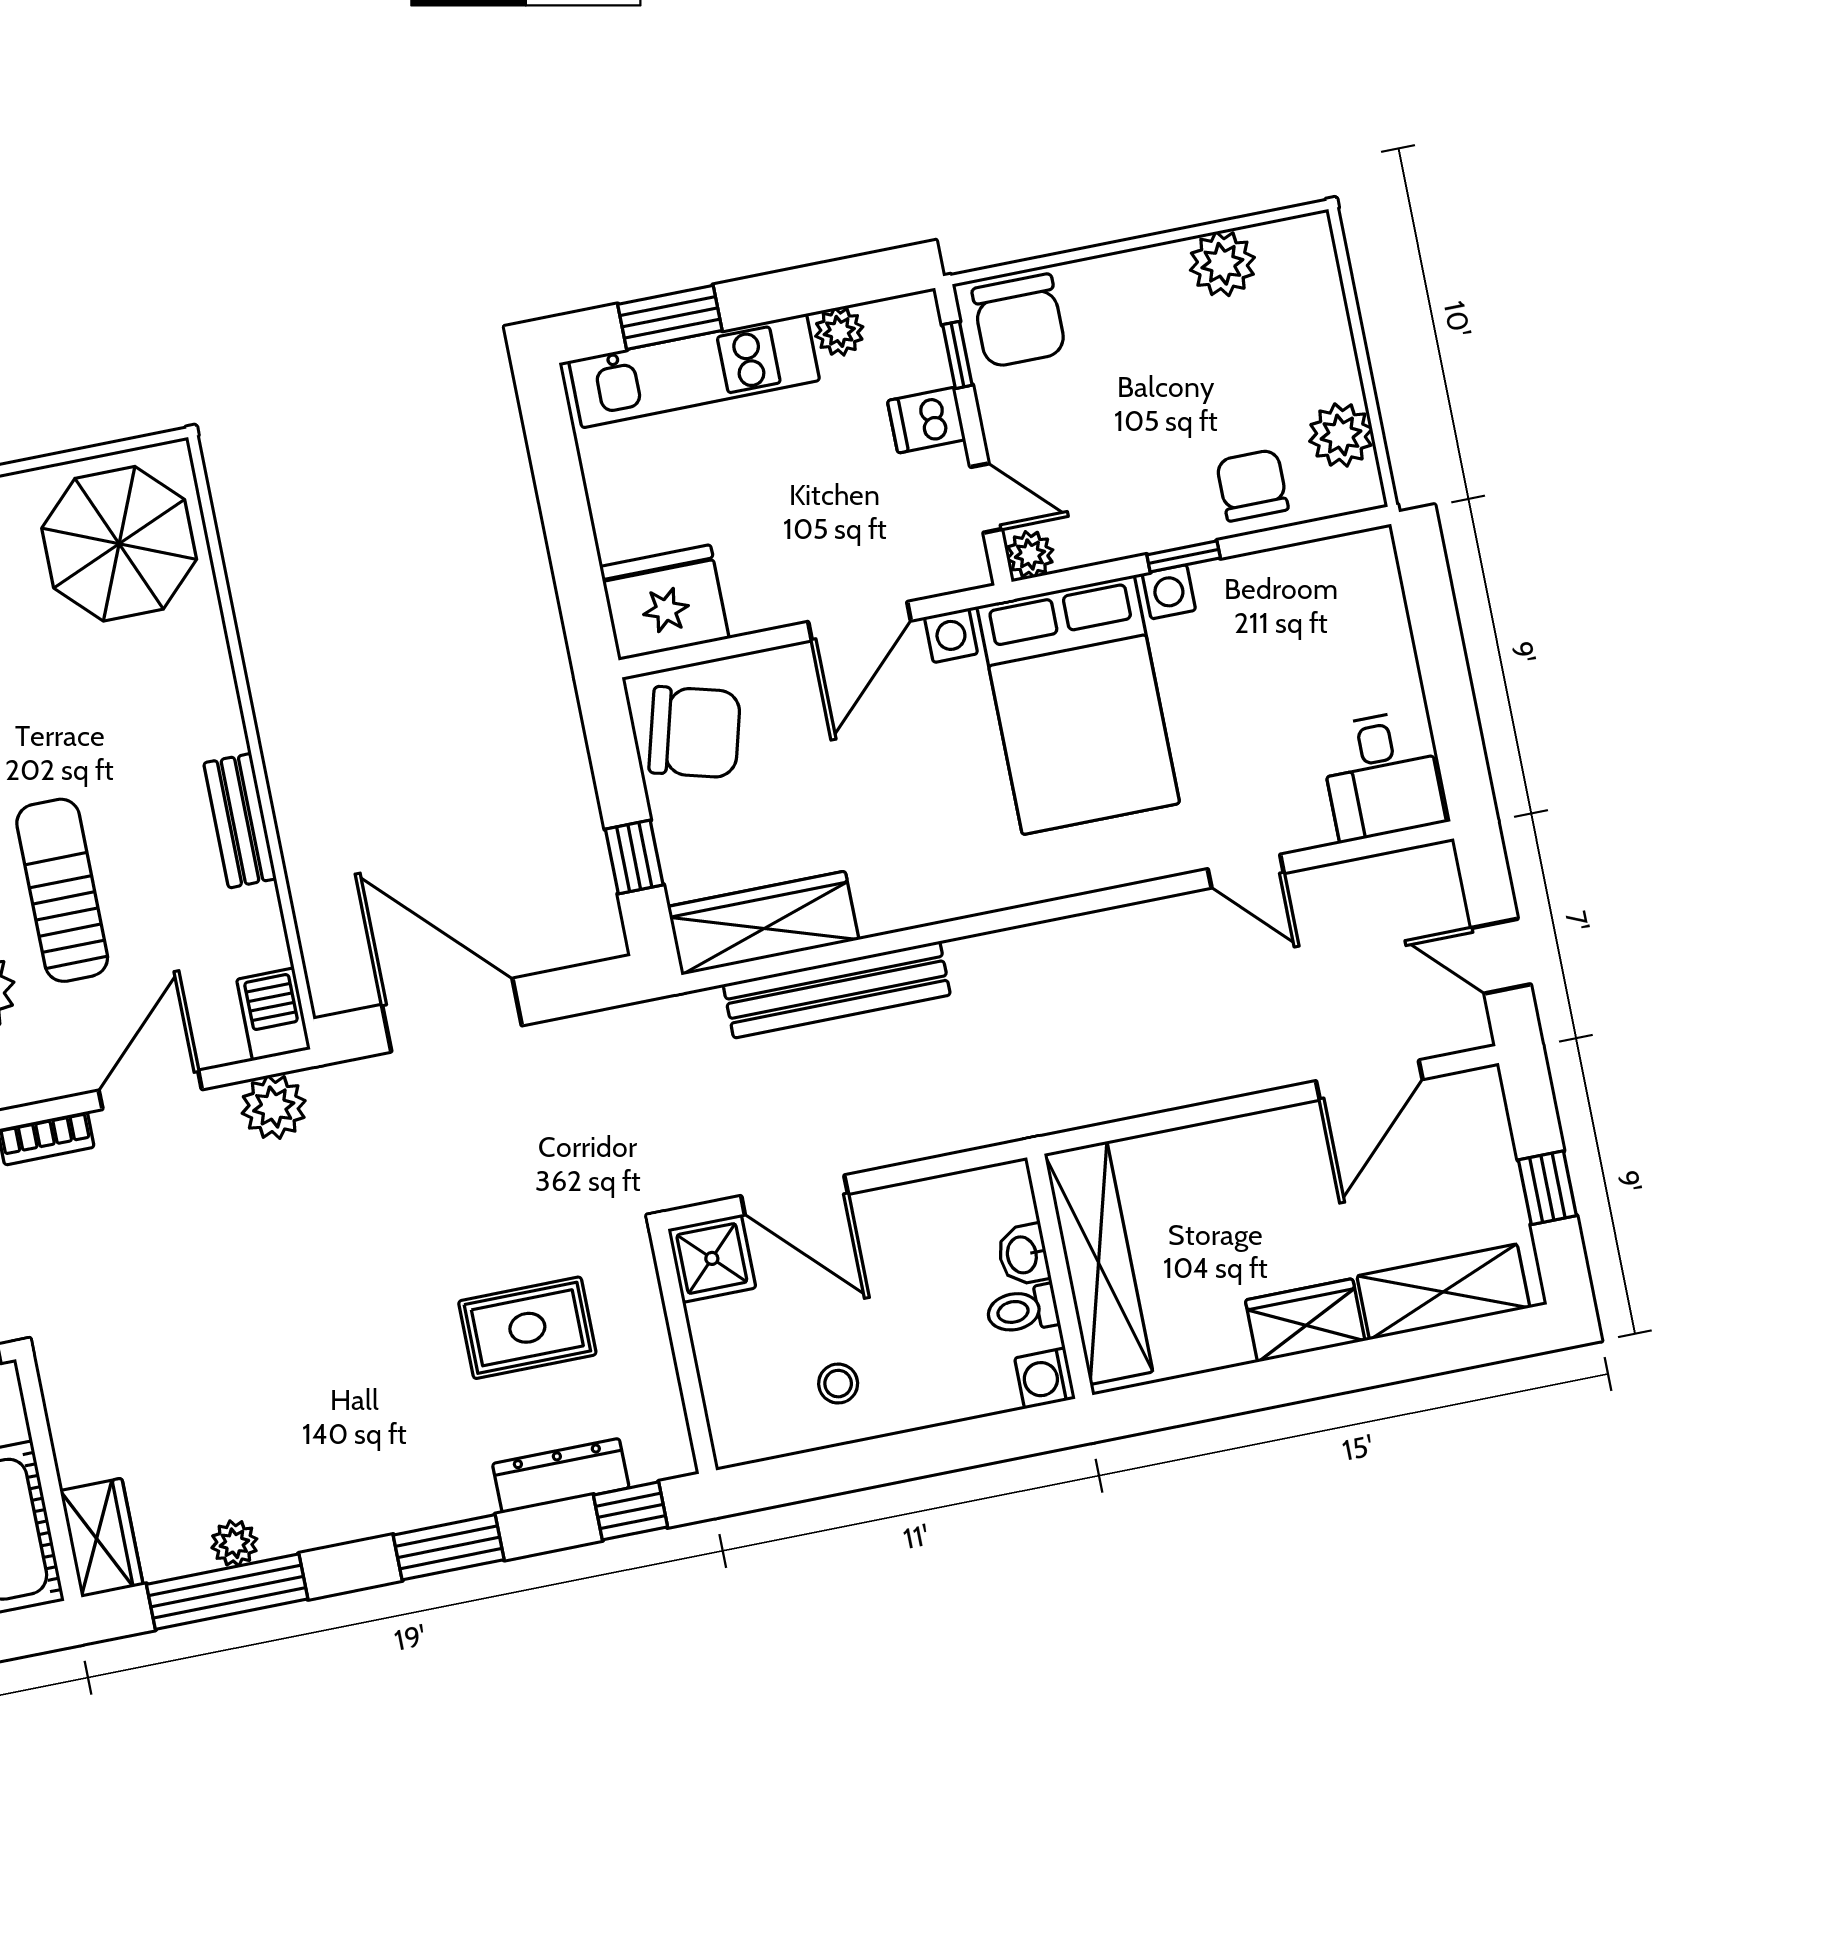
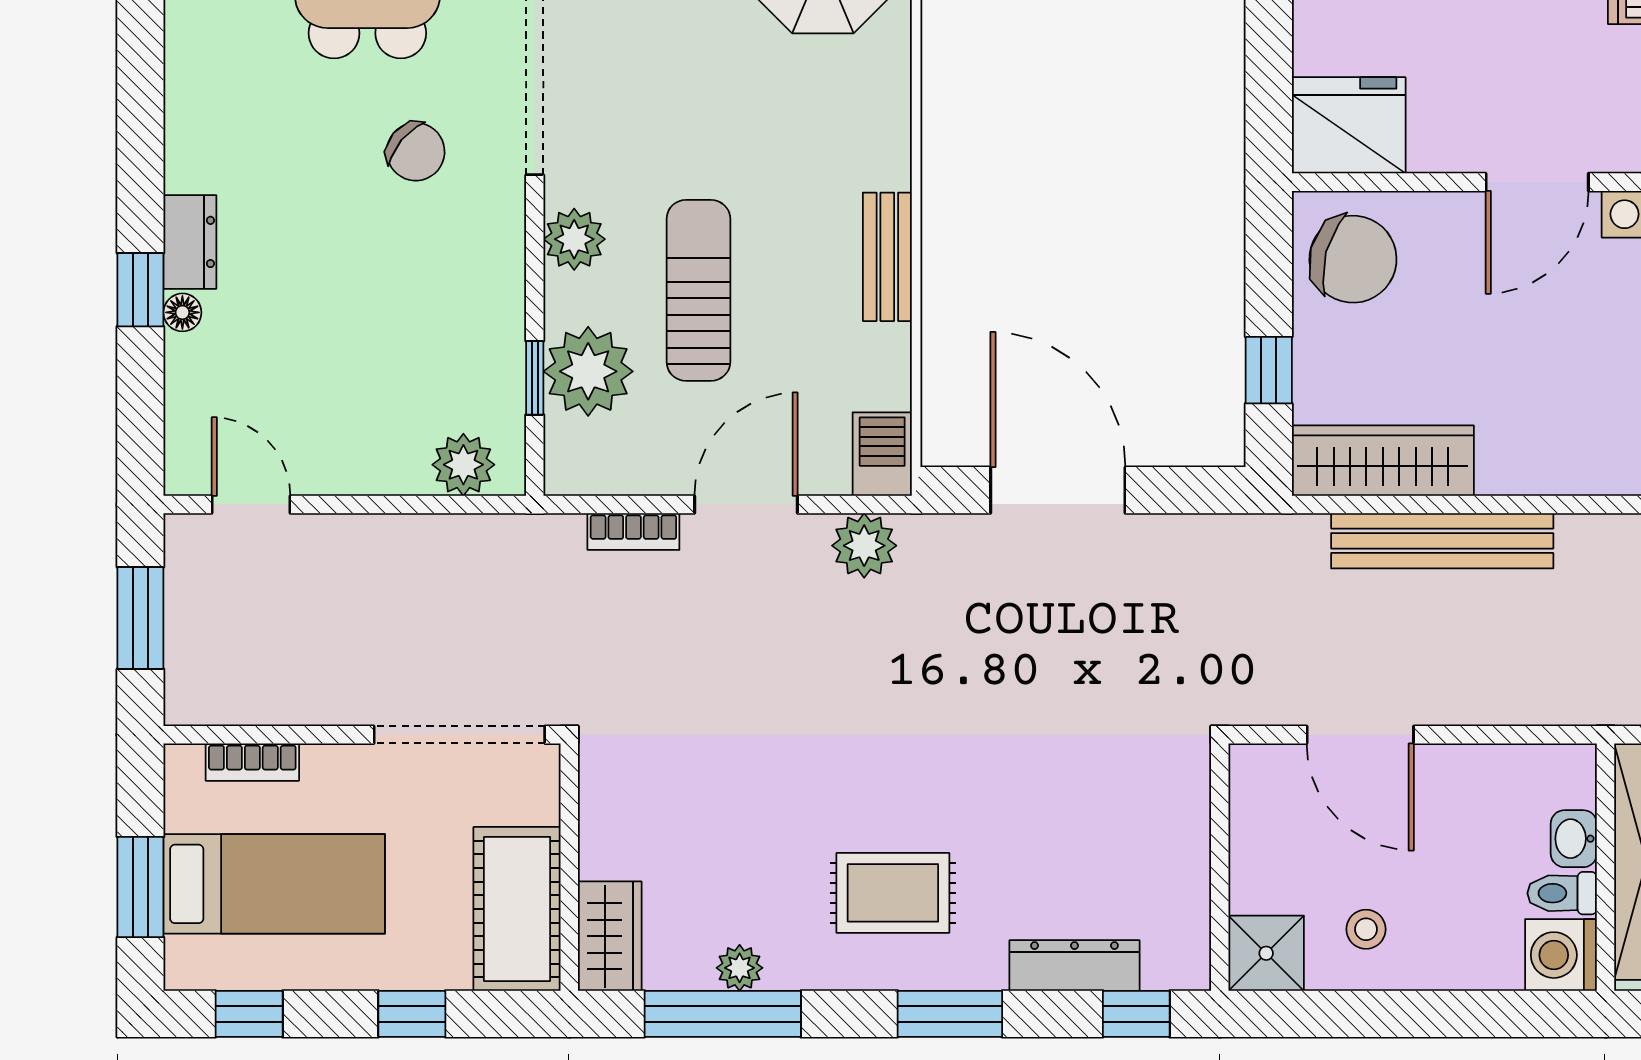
shower: (712, 1258) -> (1266, 953), moved
rug: (527, 1328) -> (893, 893), moved
washing machine: (1045, 1378) -> (1561, 955), width x1.38, depth x1.38

